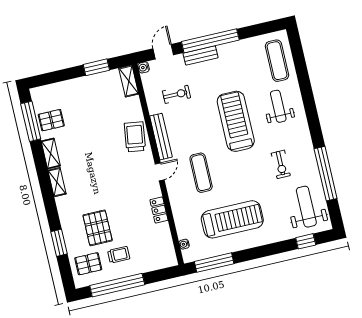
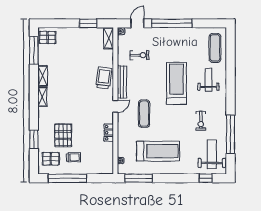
bench: (201, 55) -> (163, 32), removed
pallet: (51, 120) -> (47, 38), moved

